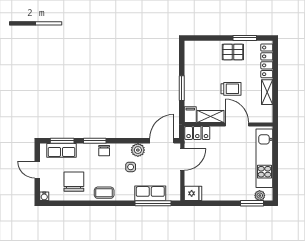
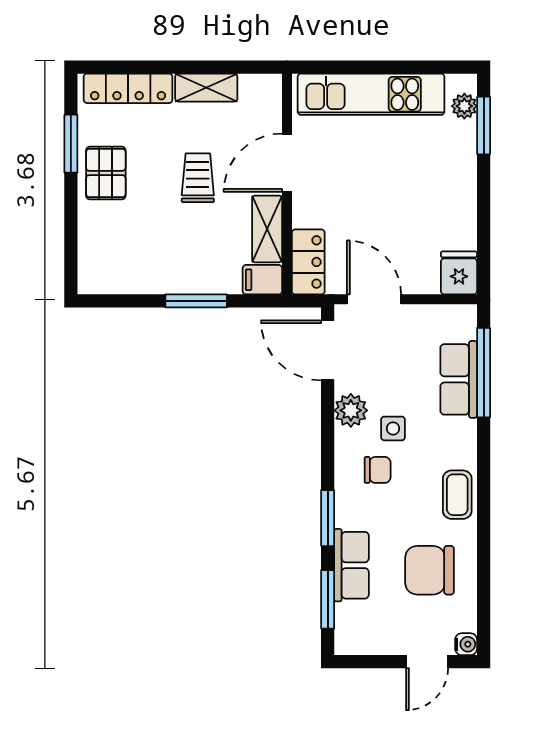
row of seats: (61, 150) -> (351, 565), moved
chair: (104, 151) -> (378, 470), moved
door: (37, 170) -> (427, 662), moved

